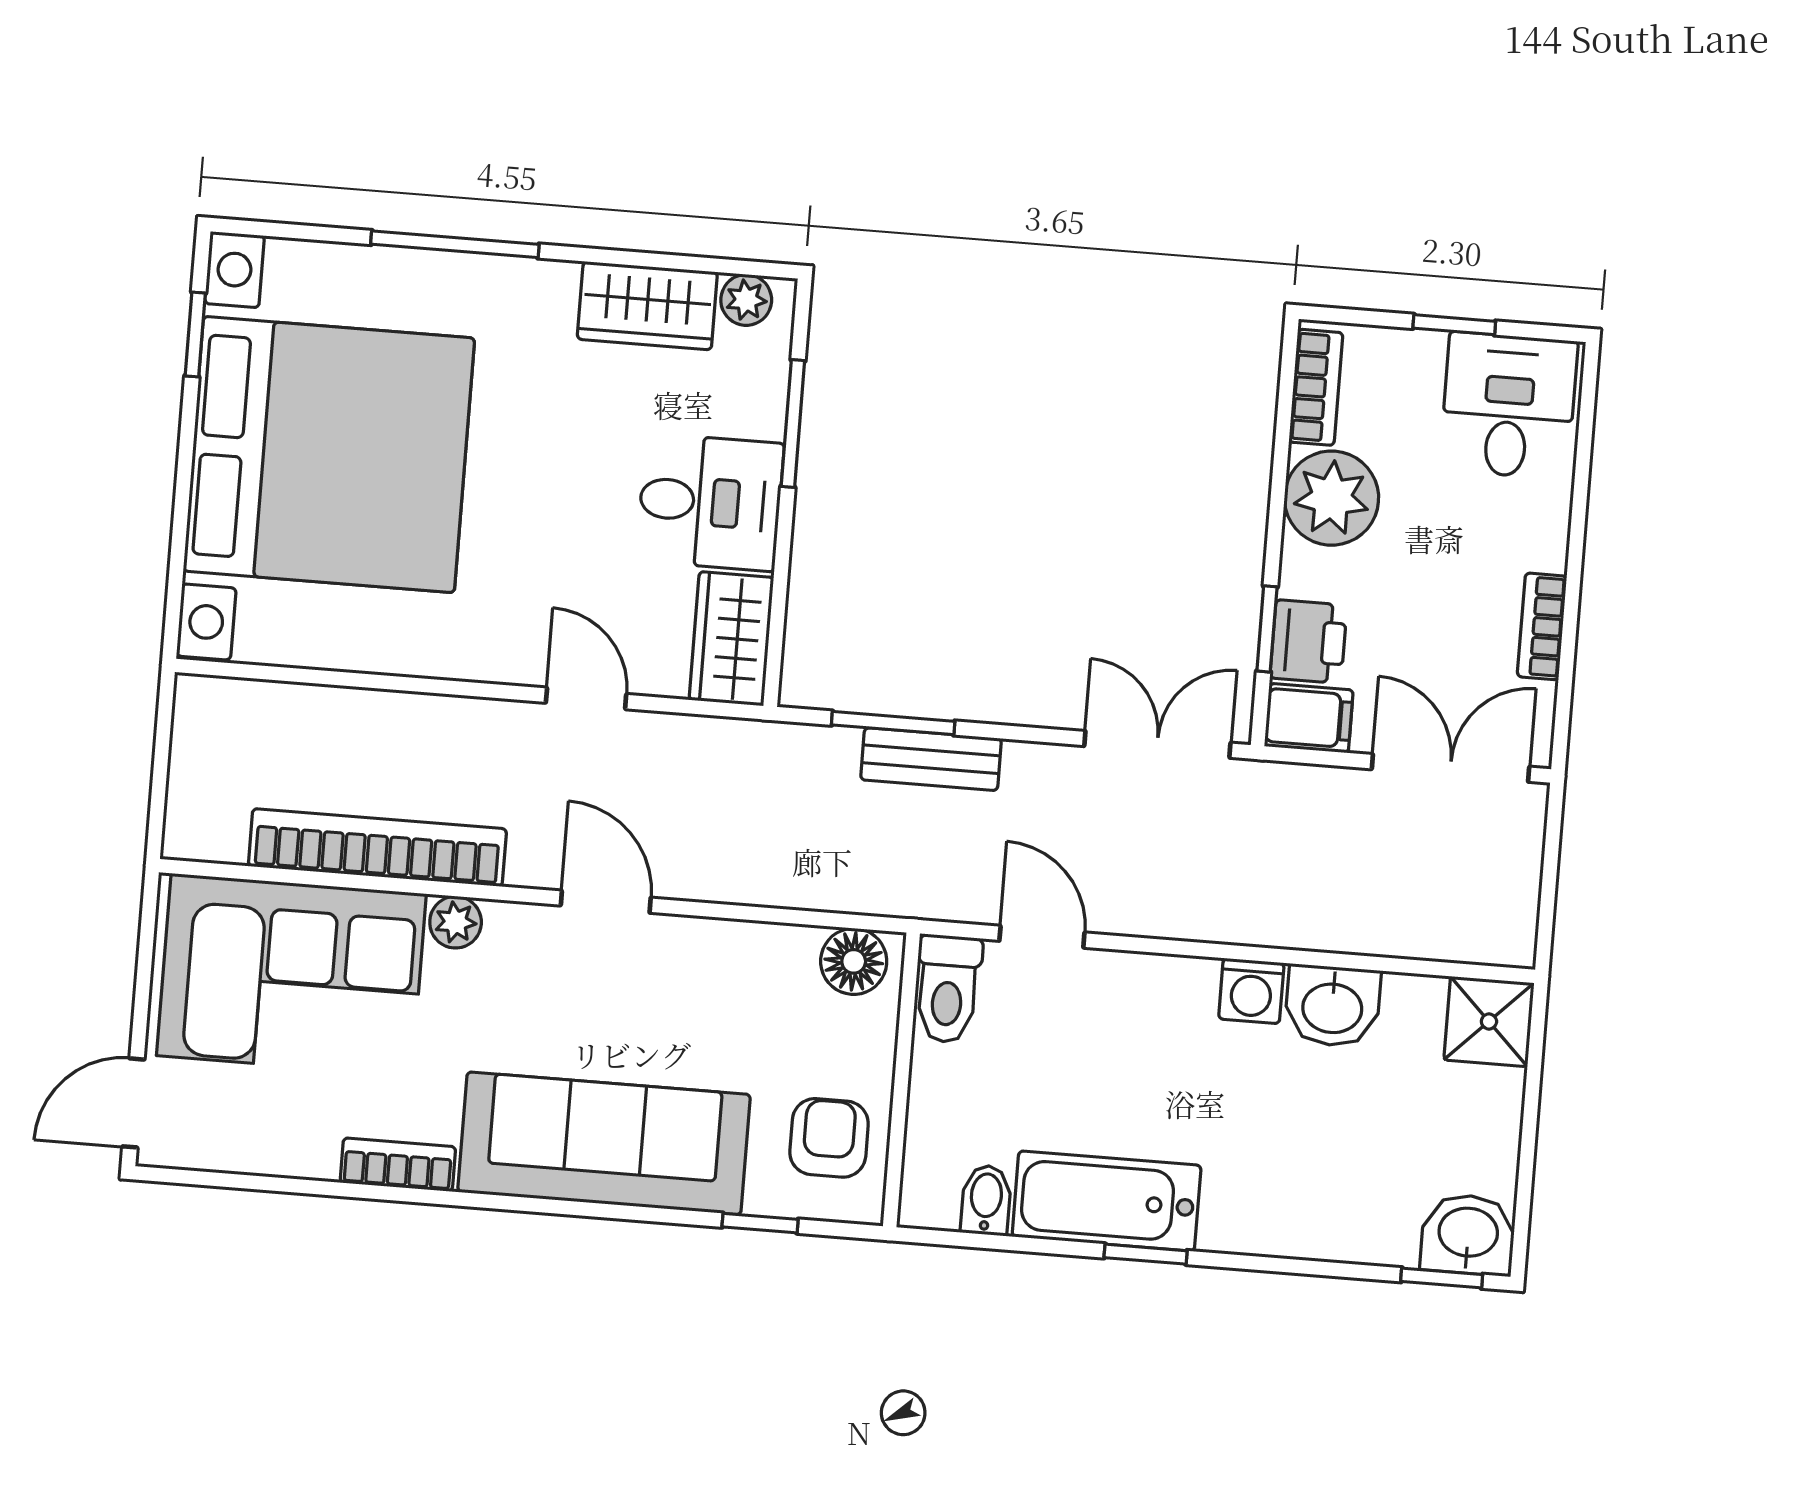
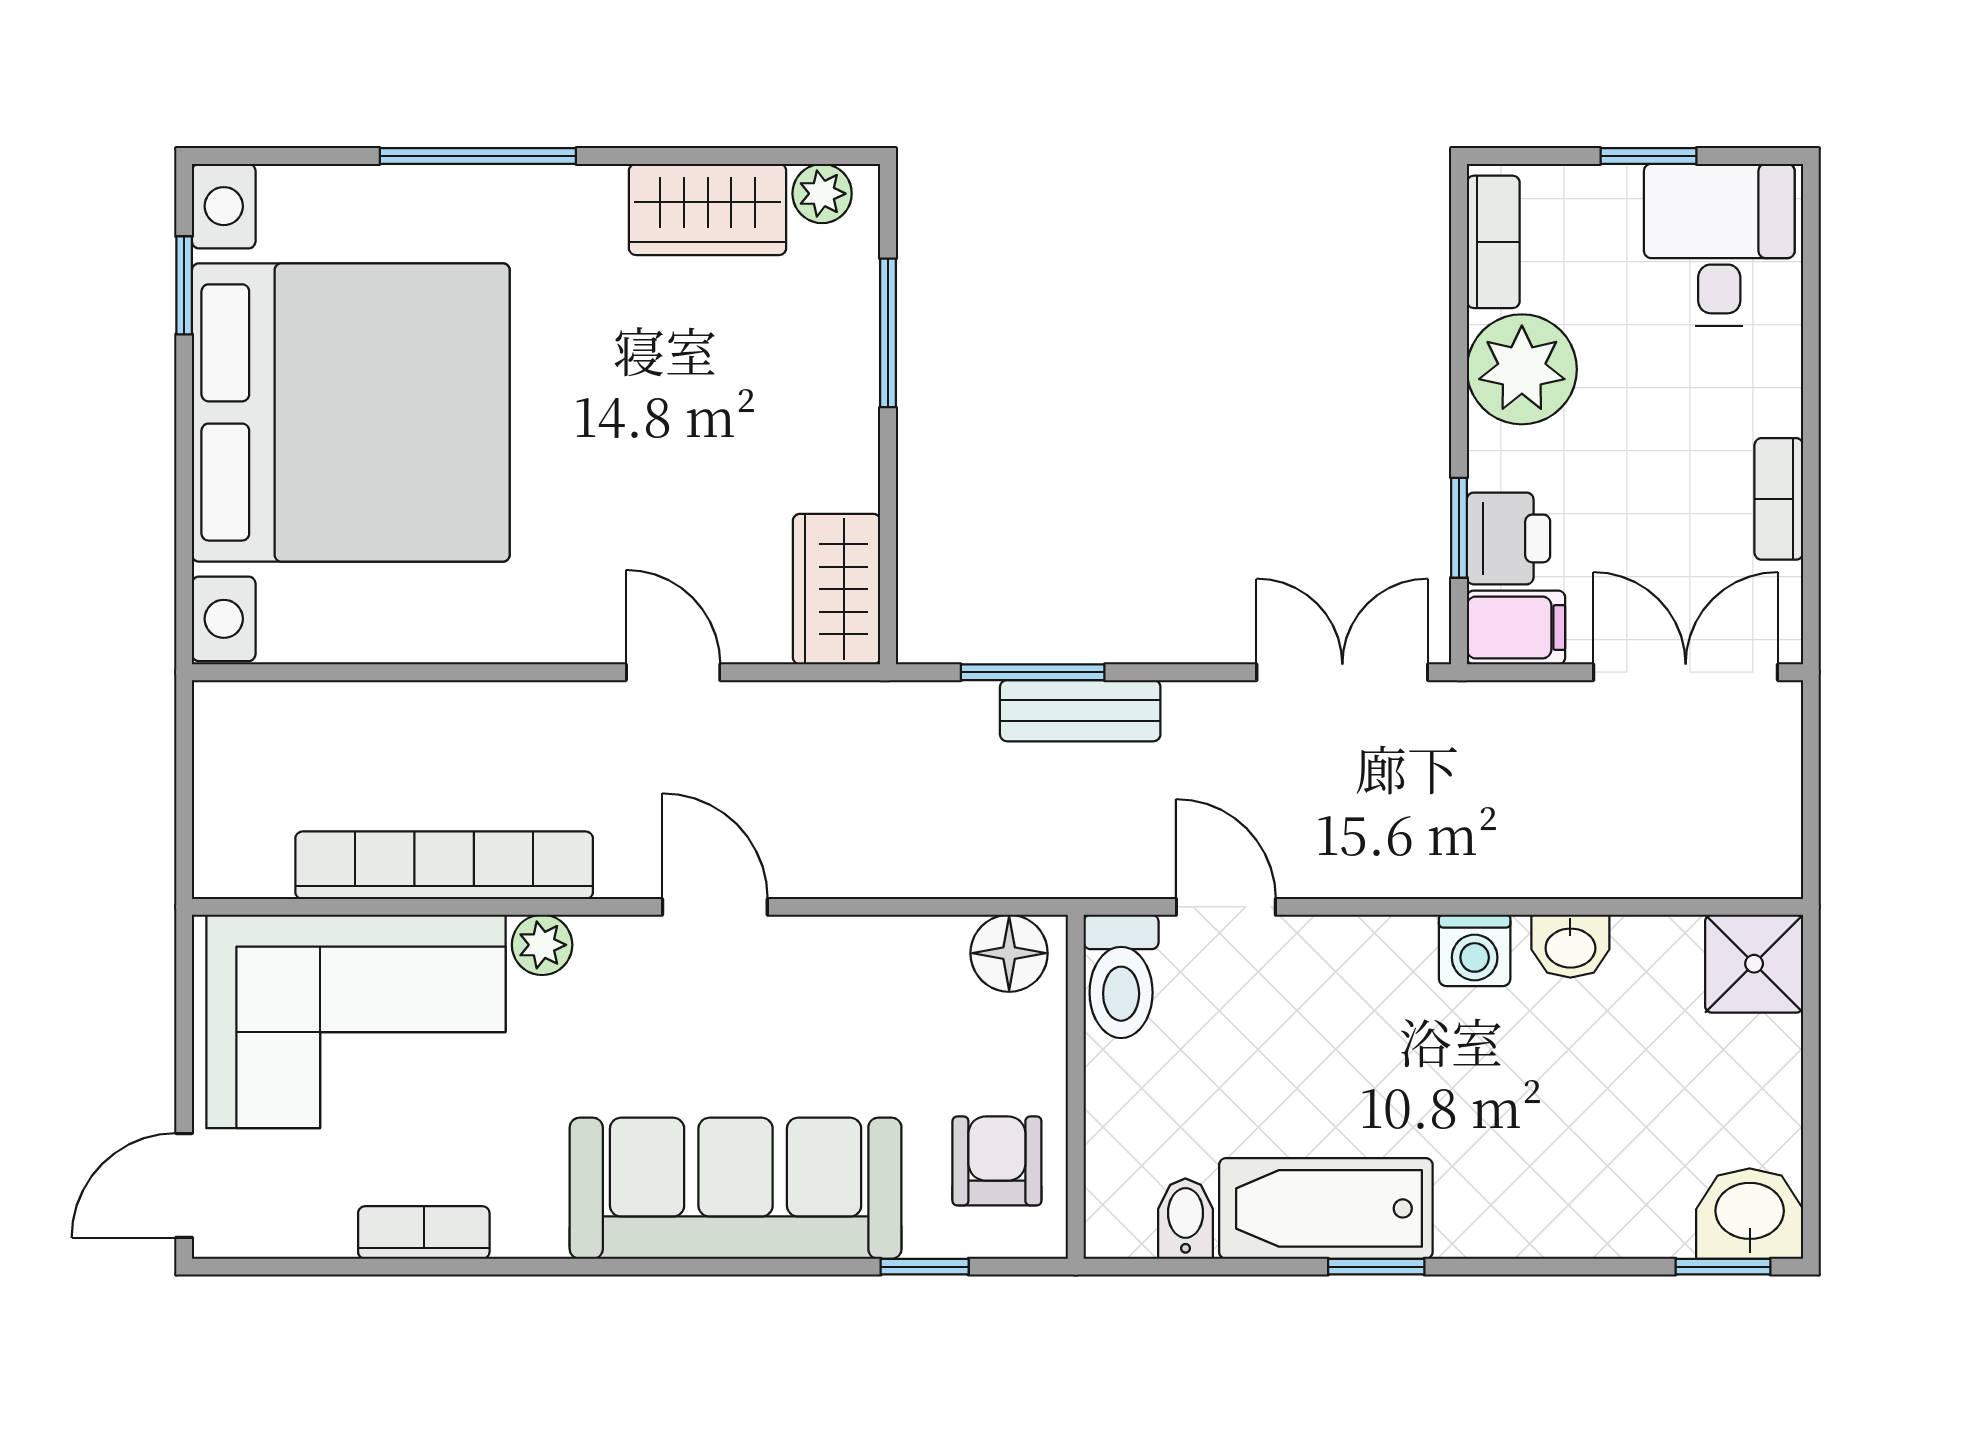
desk: (710, 502) -> (799, 432), removed
washbasin: (1332, 1006) -> (1570, 946), width x0.72, depth x0.69
bookcase: (398, 1165) -> (424, 1232), moved

